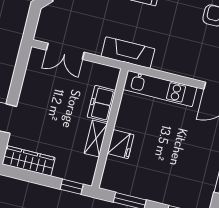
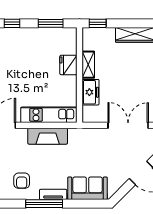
double door: (65, 51) -> (128, 125), width x1.37
fireplace: (128, 53) -> (48, 136), moved

